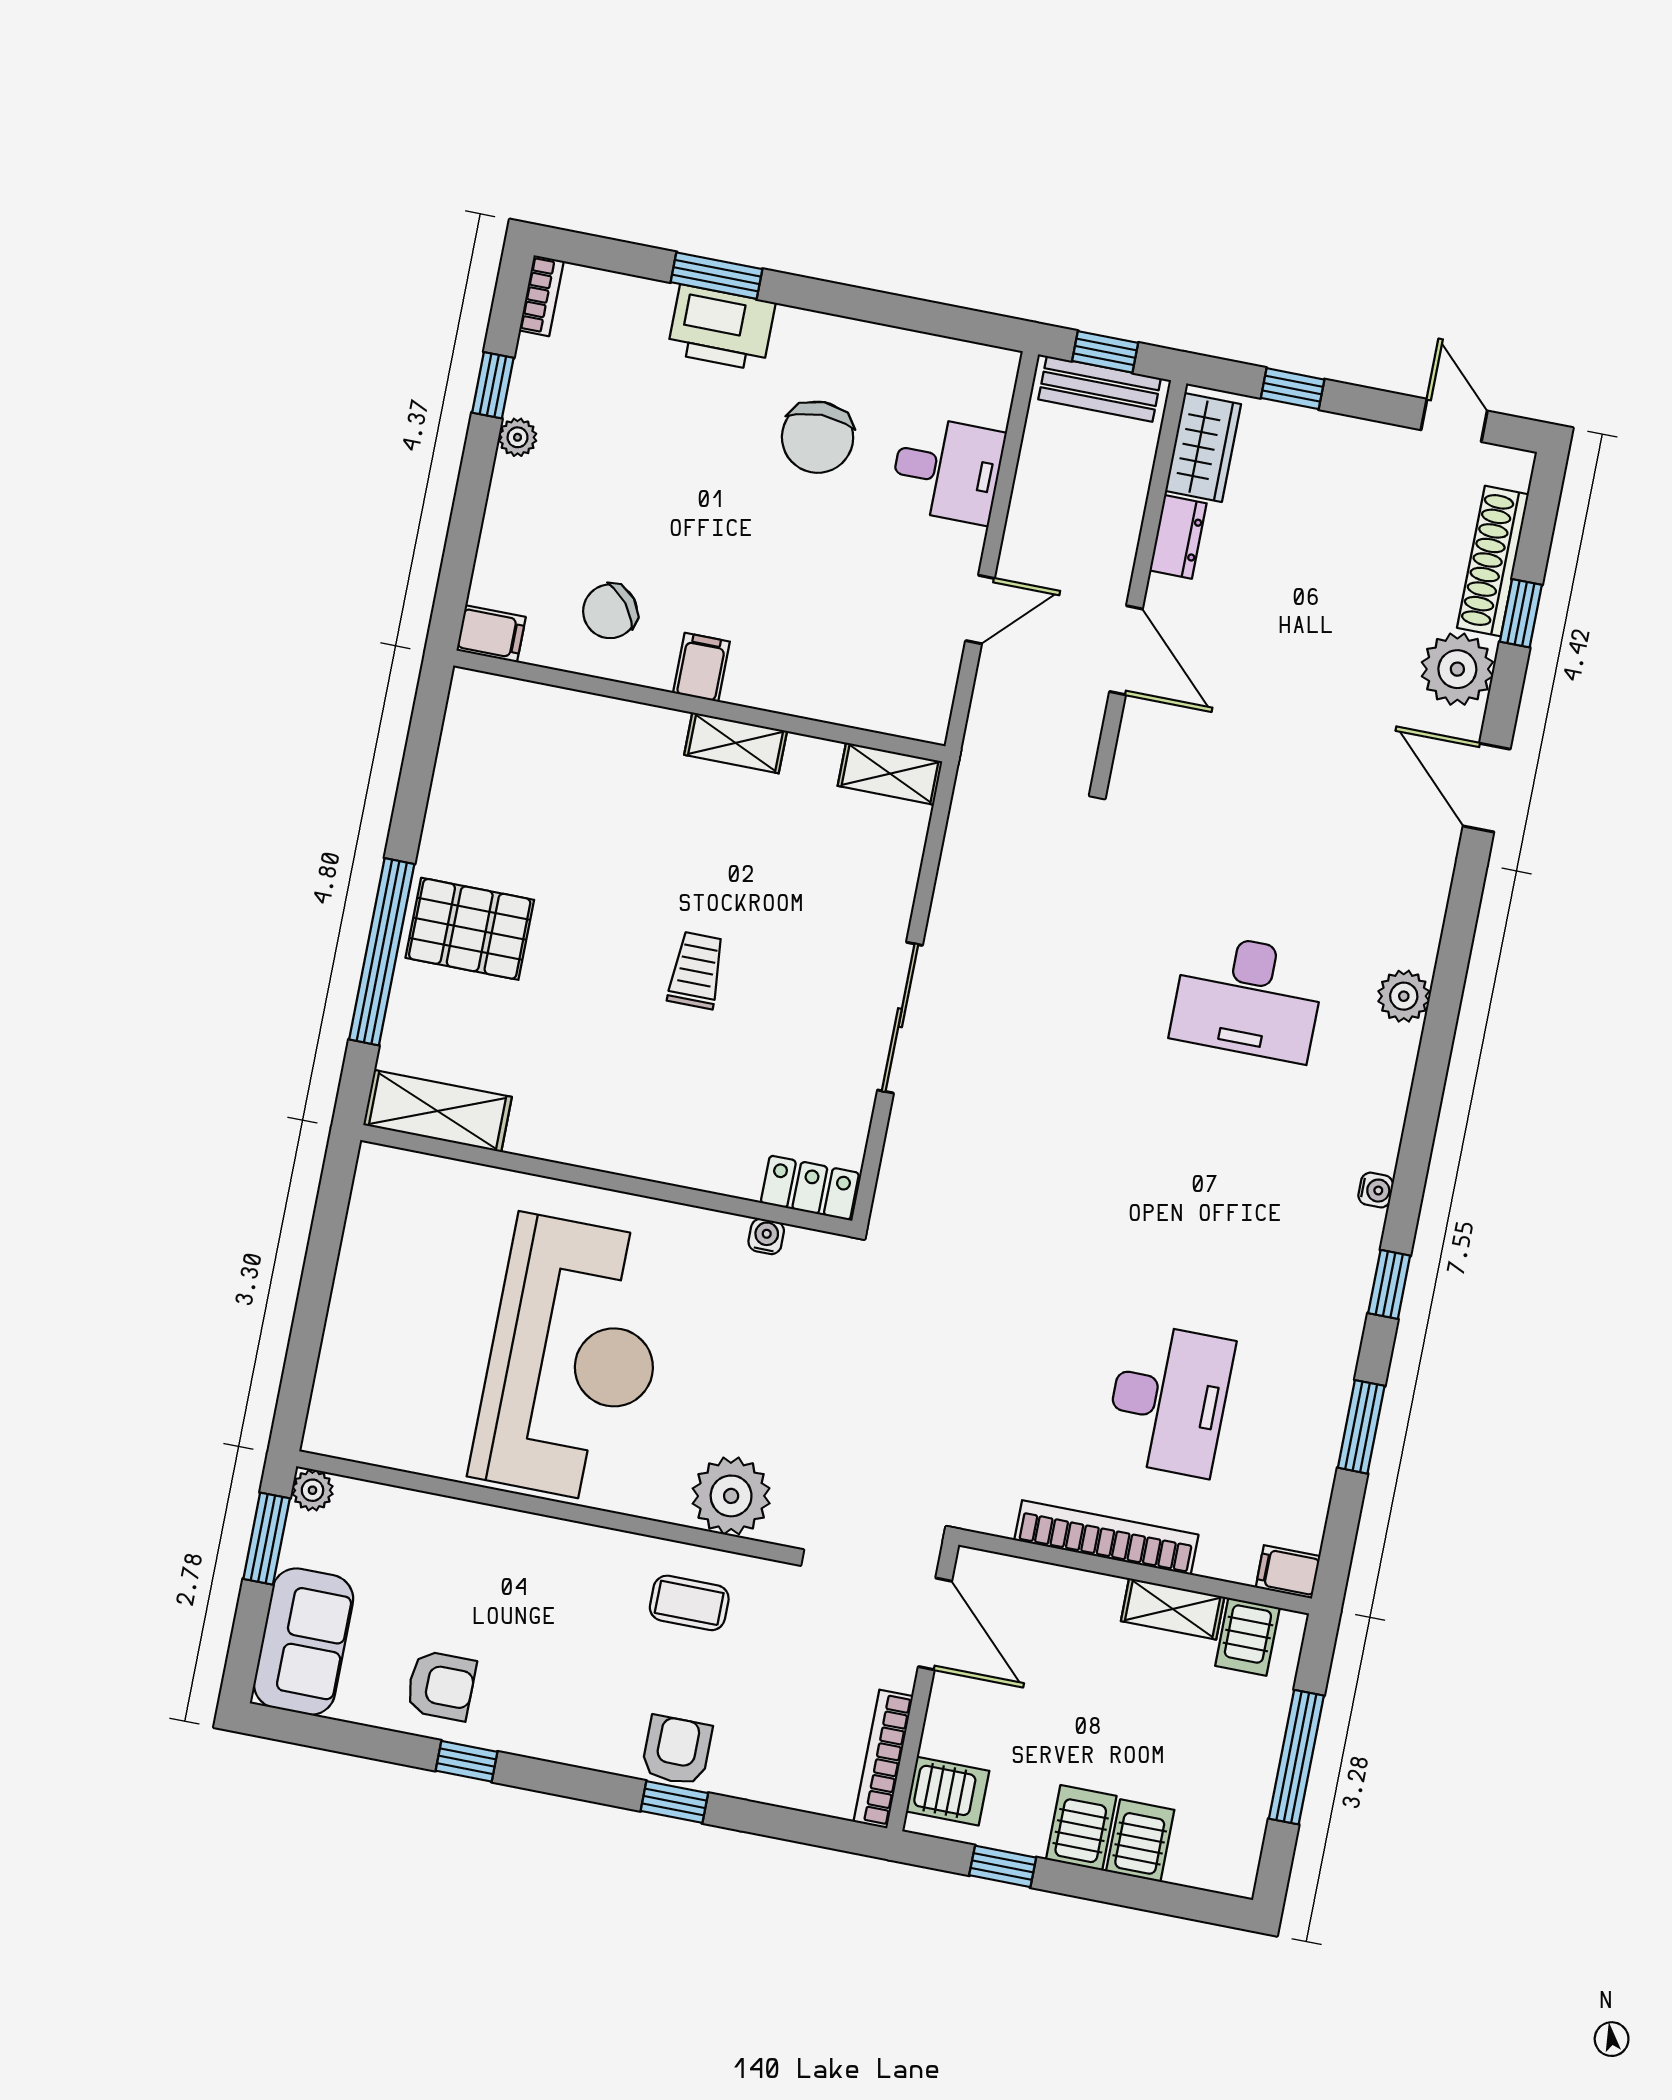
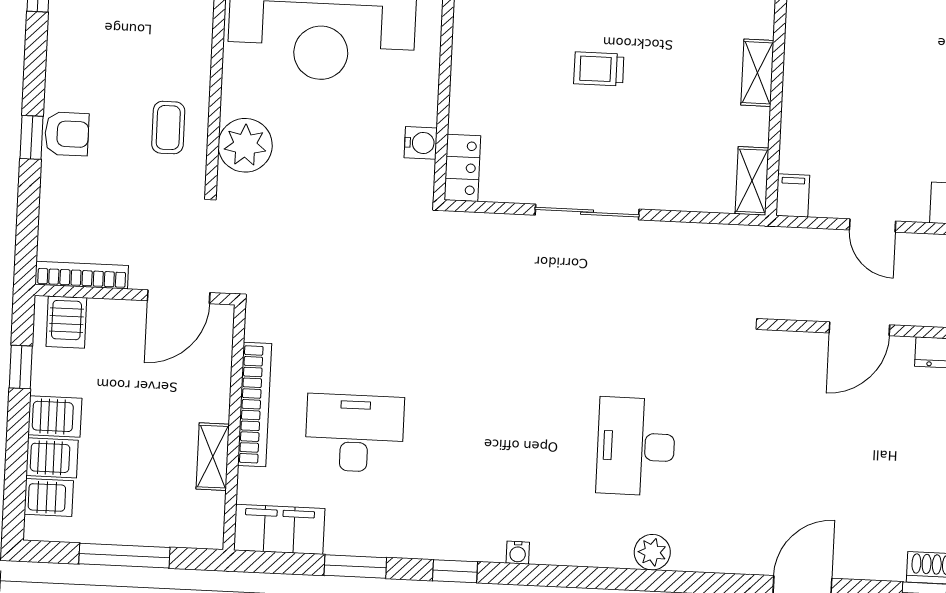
filing cabinet: (701, 667) -> (793, 195), moved, turned -90
plant: (1457, 669) -> (880, 556), removed
trolley: (696, 970) -> (599, 69), turned 180
water cooler: (766, 1236) -> (421, 143), width x1.38, depth x1.38
desk: (1169, 1400) -> (354, 433), turned 180
filing cabinet: (1288, 1572) -> (279, 529), width x3.00, depth x1.17
server rack: (1247, 1637) -> (49, 498), moved, turned 180

